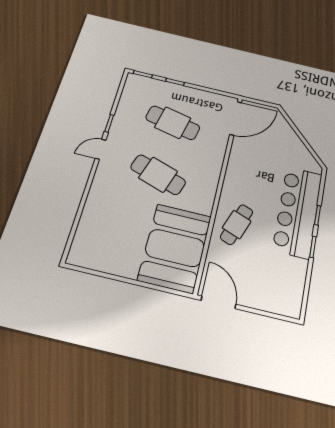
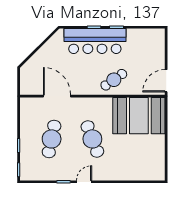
door: (236, 118) -> (57, 96), moved
door: (101, 149) -> (84, 182), swing flipped
cafe table: (158, 175) -> (92, 139), turned -39
cafe table: (237, 224) -> (114, 80), turned -55

